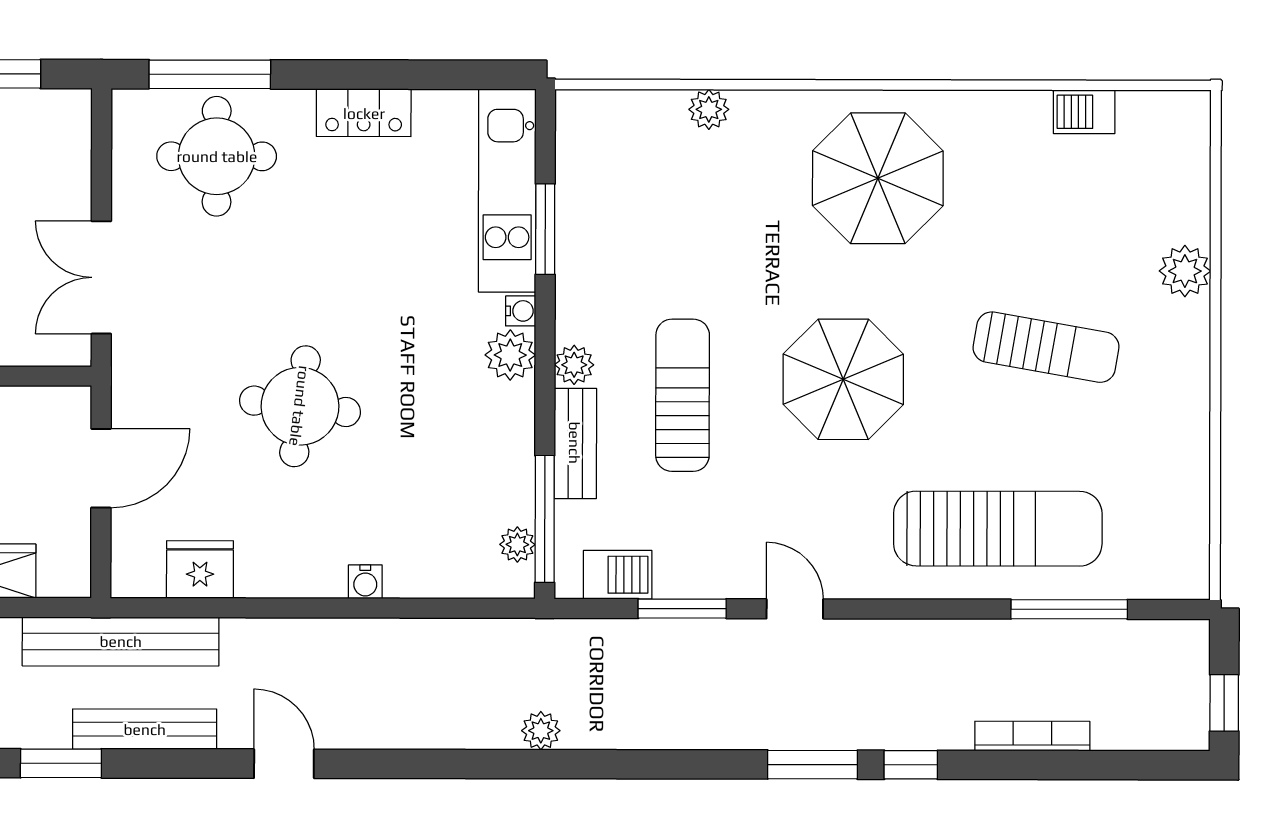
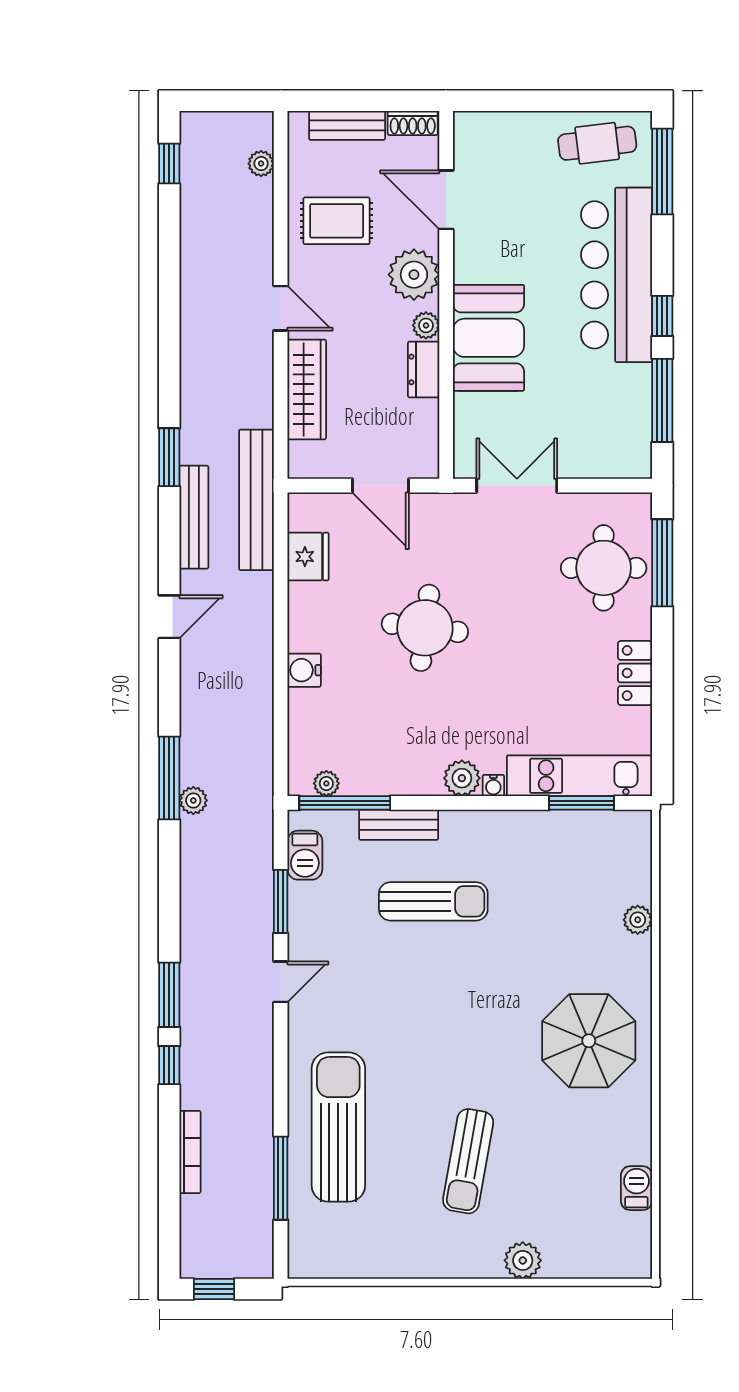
window: (545, 229) -> (582, 803), moved
plant: (574, 365) -> (455, 824), removed
parasol: (843, 379) -> (445, 1016), removed
sun lounger: (998, 529) -> (338, 1127), turned 180
water cooler: (365, 582) -> (304, 670), width x1.38, depth x1.38
window: (509, 764) -> (169, 778), added

